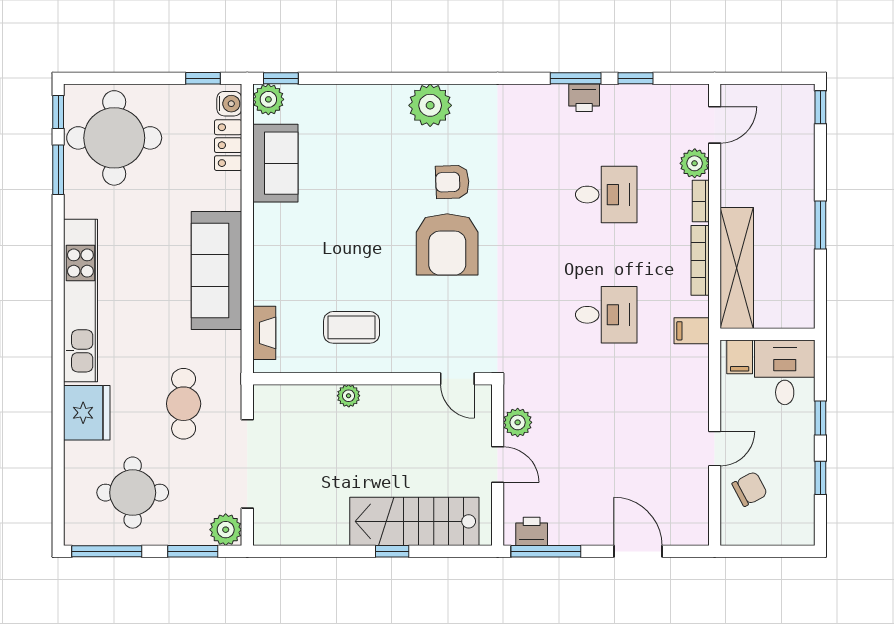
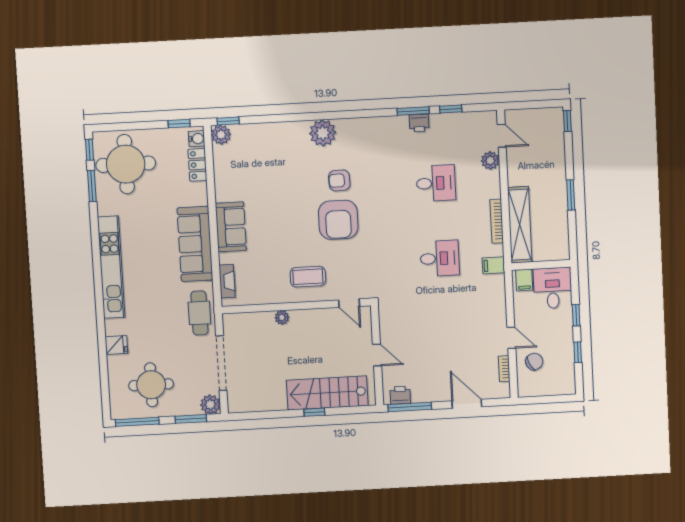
door: (715, 125) -> (502, 136), hinge flipped
sofa: (275, 163) -> (231, 227), moved
bookcase: (701, 201) -> (504, 369), moved
coffee table: (352, 327) -> (308, 277), moved
cafe table: (184, 404) -> (199, 313), moved
fridge: (87, 413) -> (116, 345), width x0.53, depth x0.75
plant: (518, 422) -> (388, 328), removed
door: (715, 449) -> (511, 338), hinge flipped

